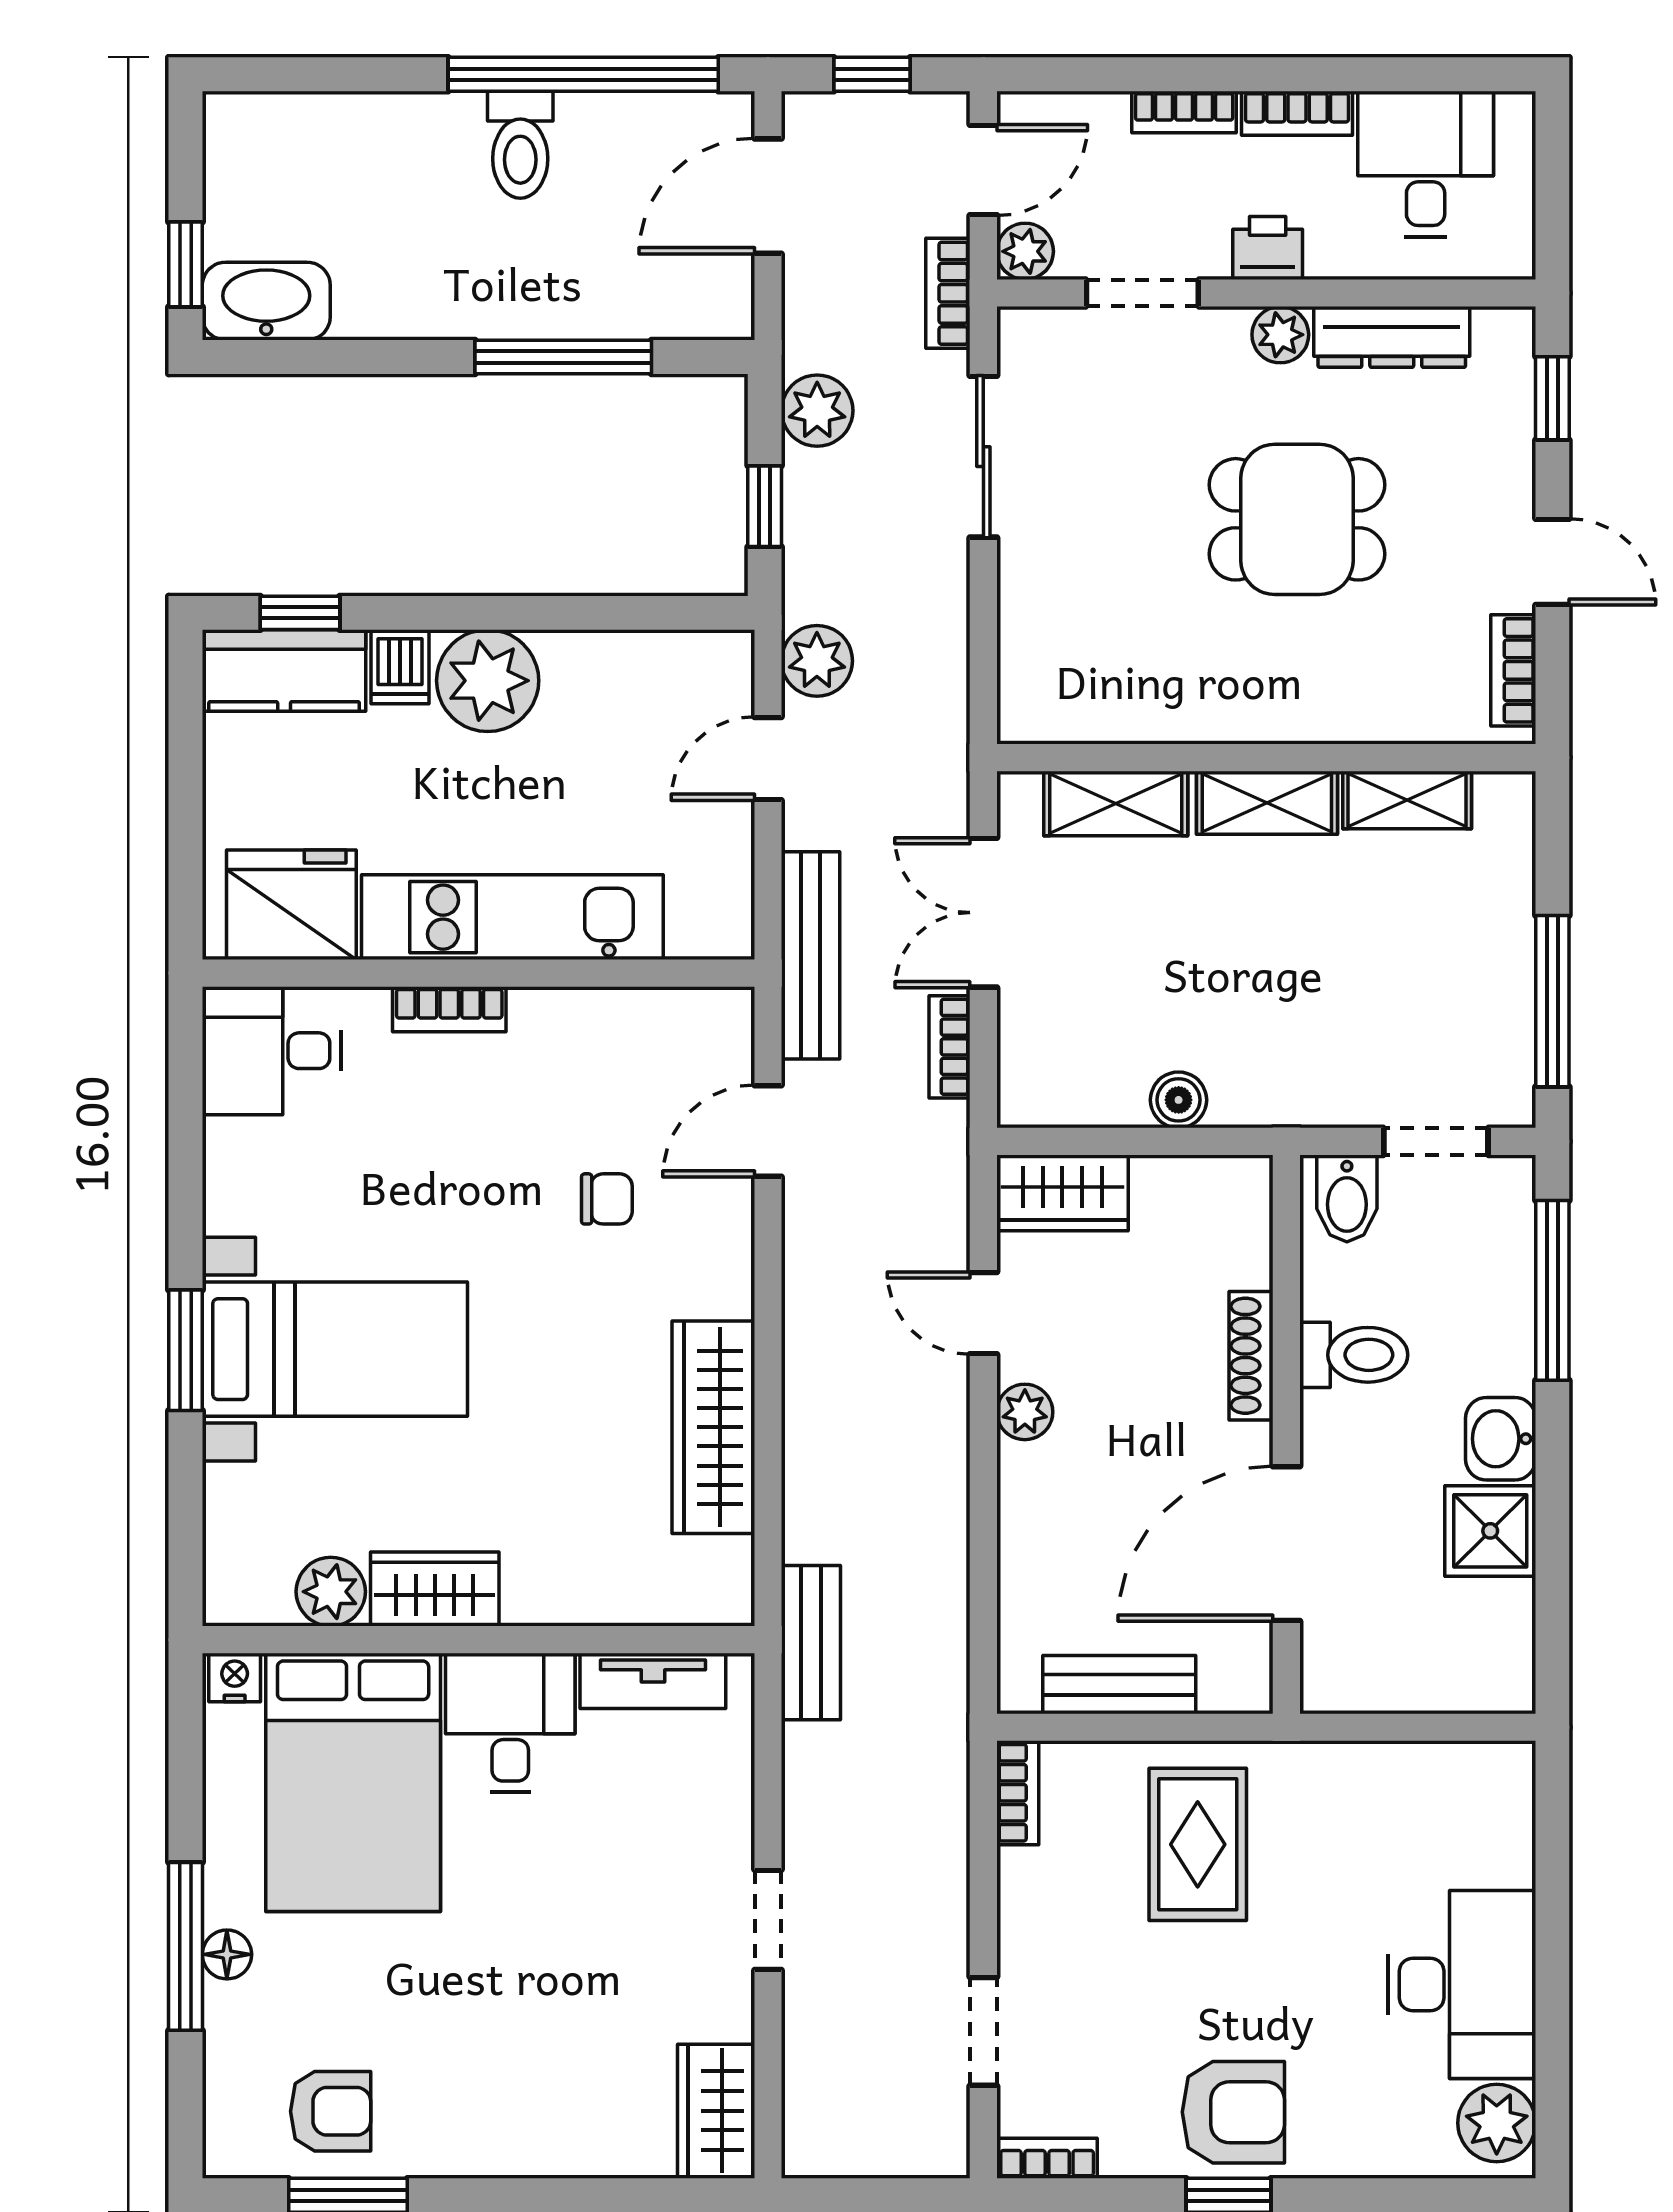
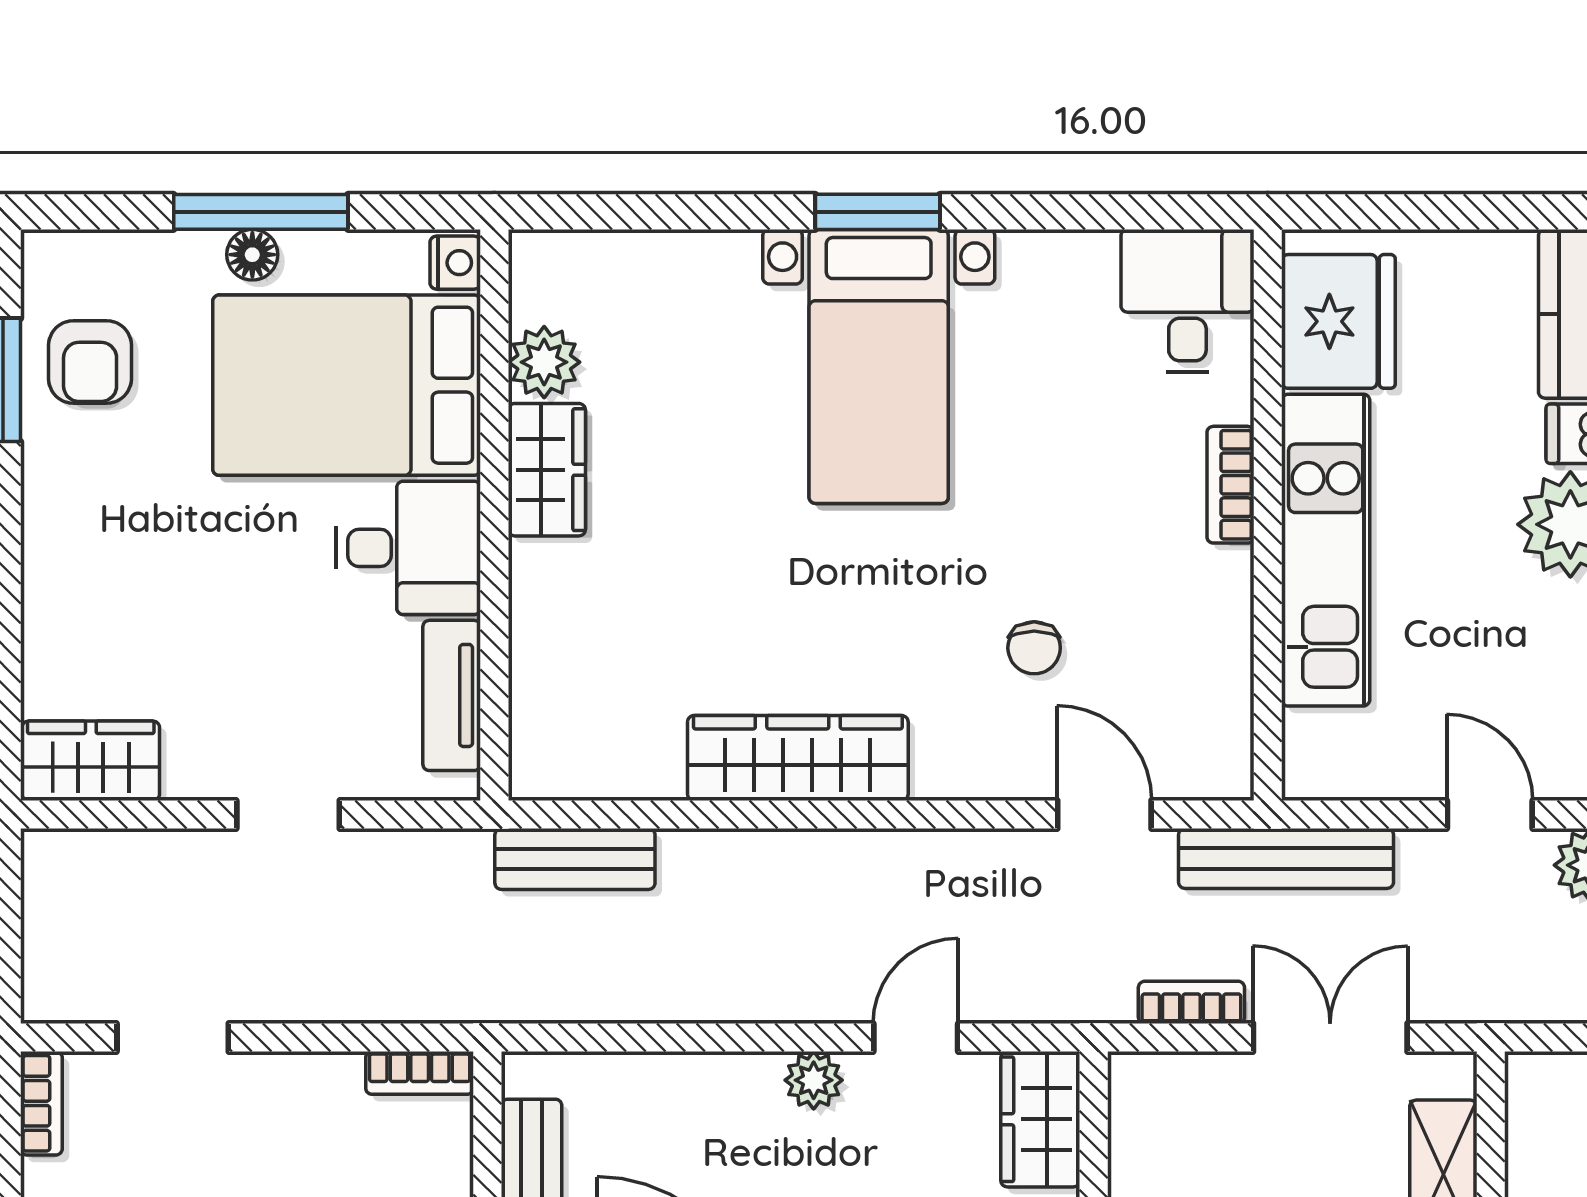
wardrobe: (435, 1589) -> (547, 470), moved
plant: (331, 1592) -> (544, 362), moved
wall: (478, 1640) -> (494, 515), moved
nightstand: (235, 1677) -> (455, 263), moved
tv unit: (653, 1681) -> (452, 695), moved
desk: (510, 1723) -> (408, 548), moved
bed: (353, 1782) -> (347, 385), moved

